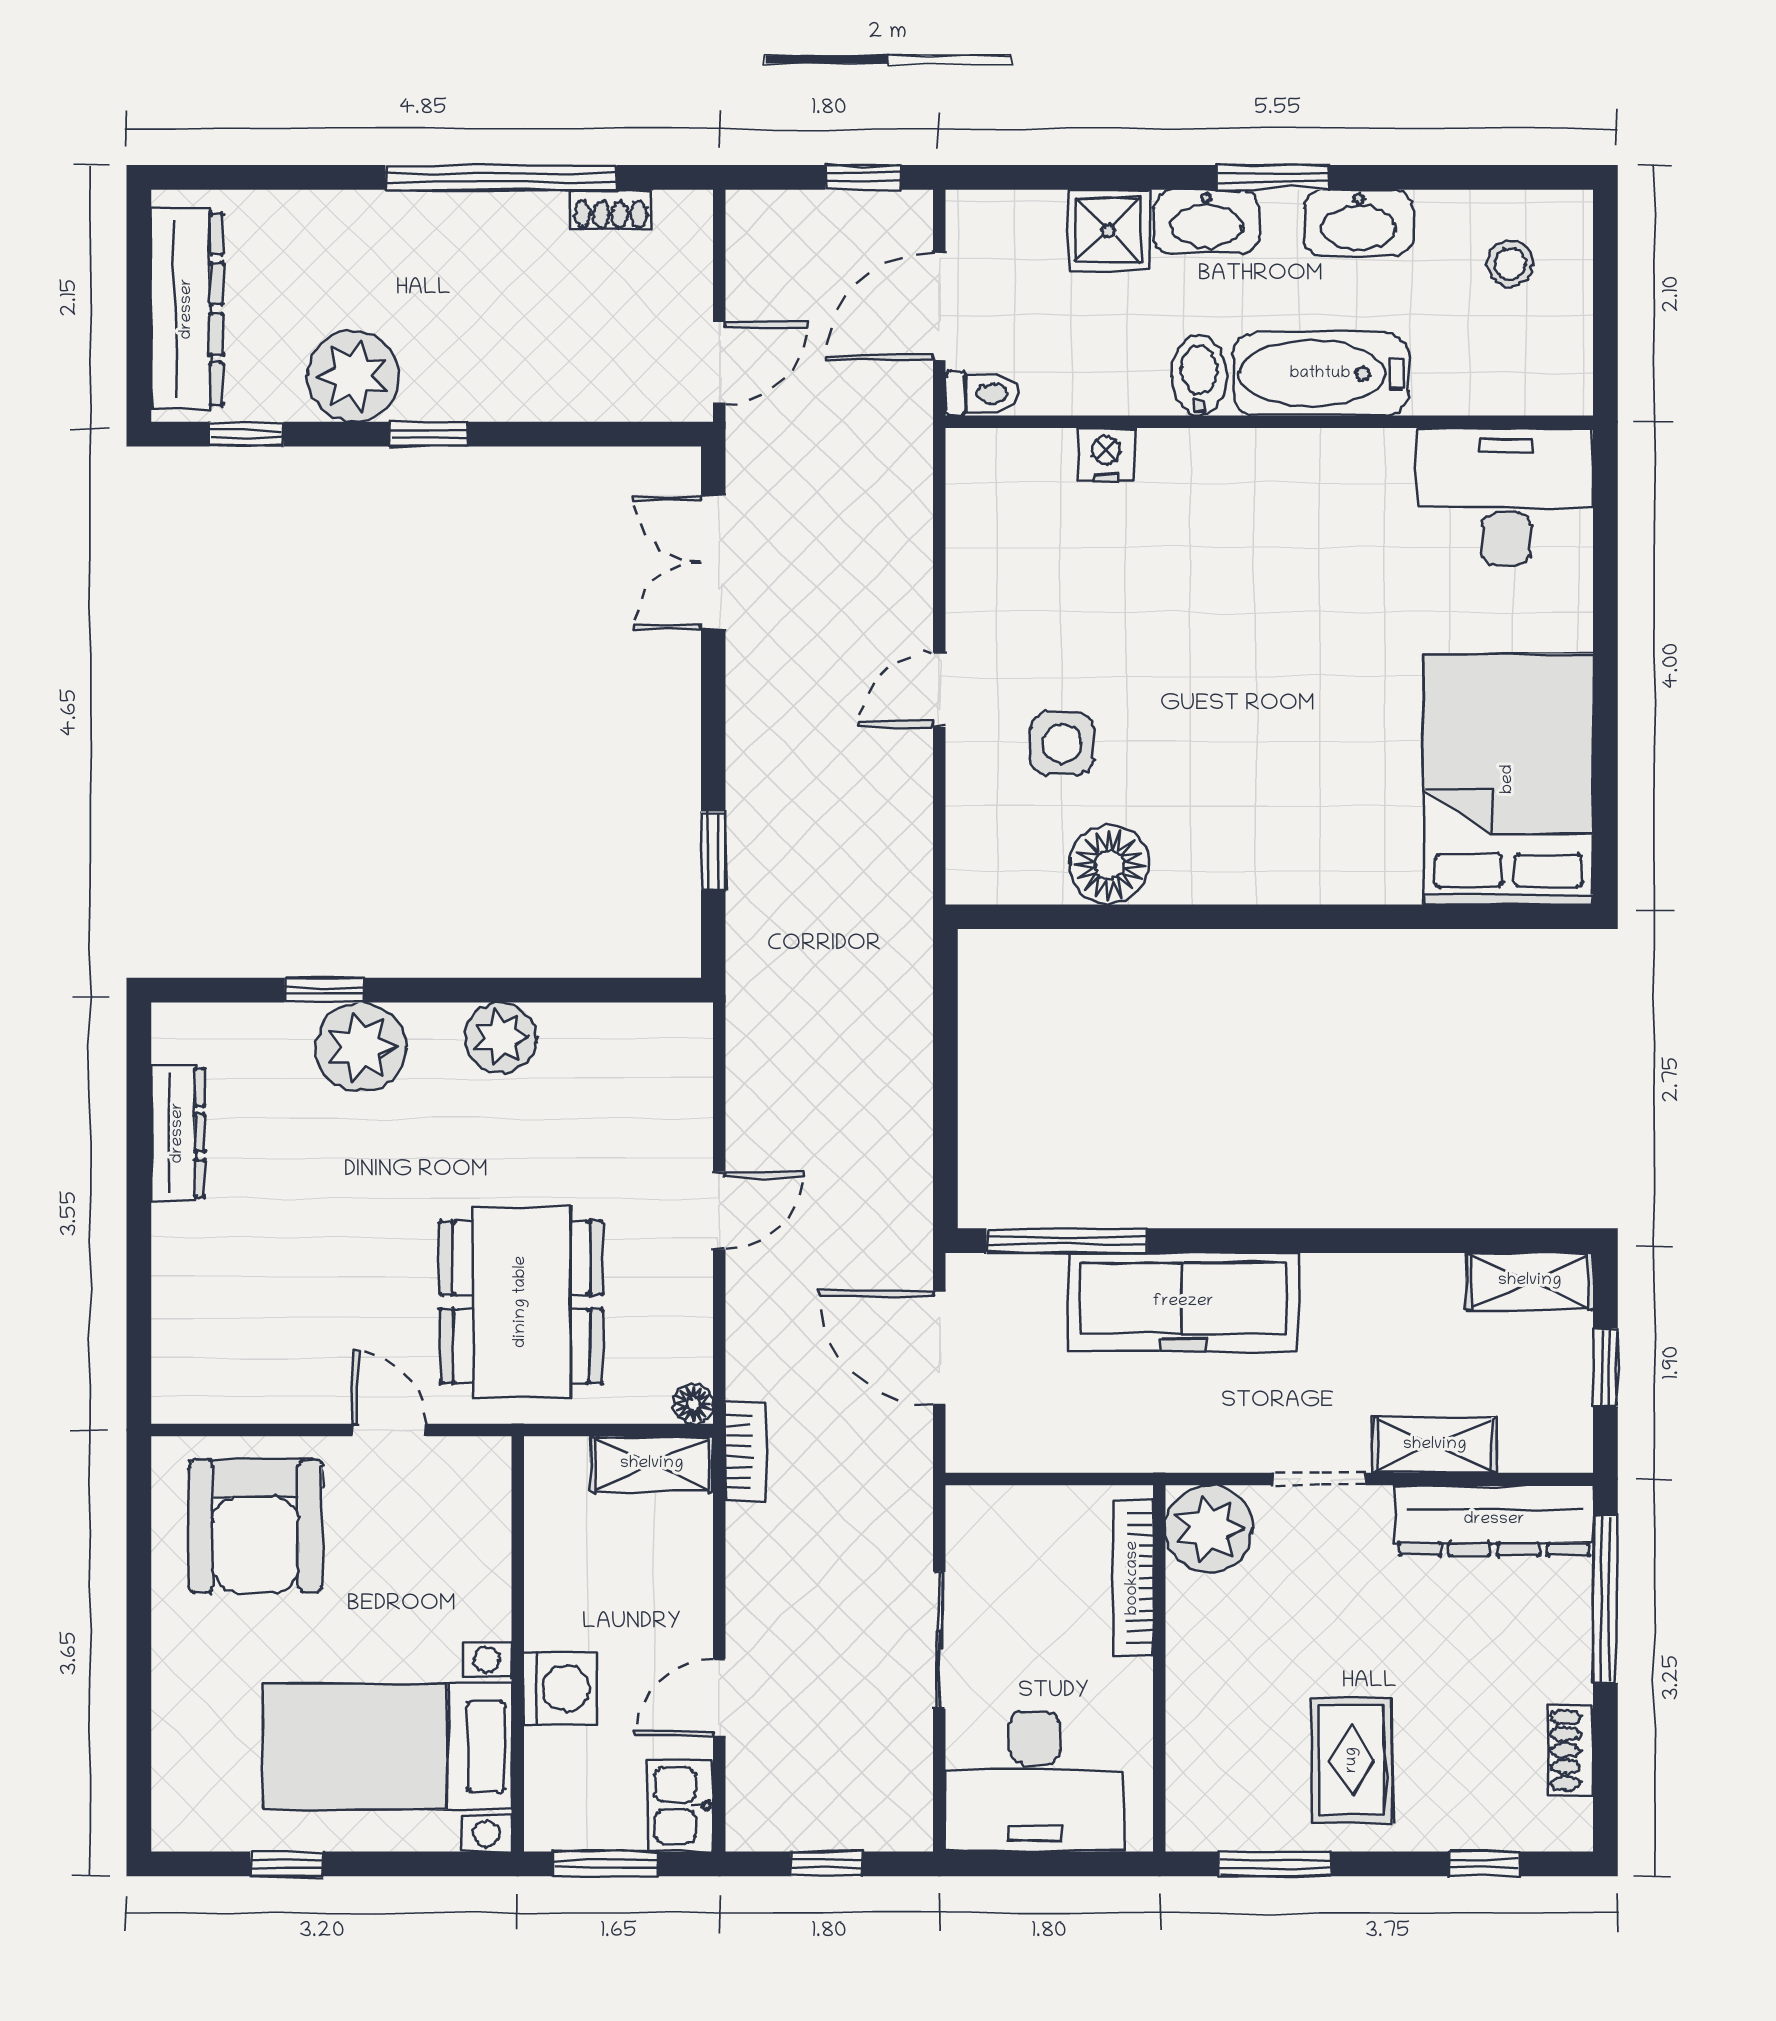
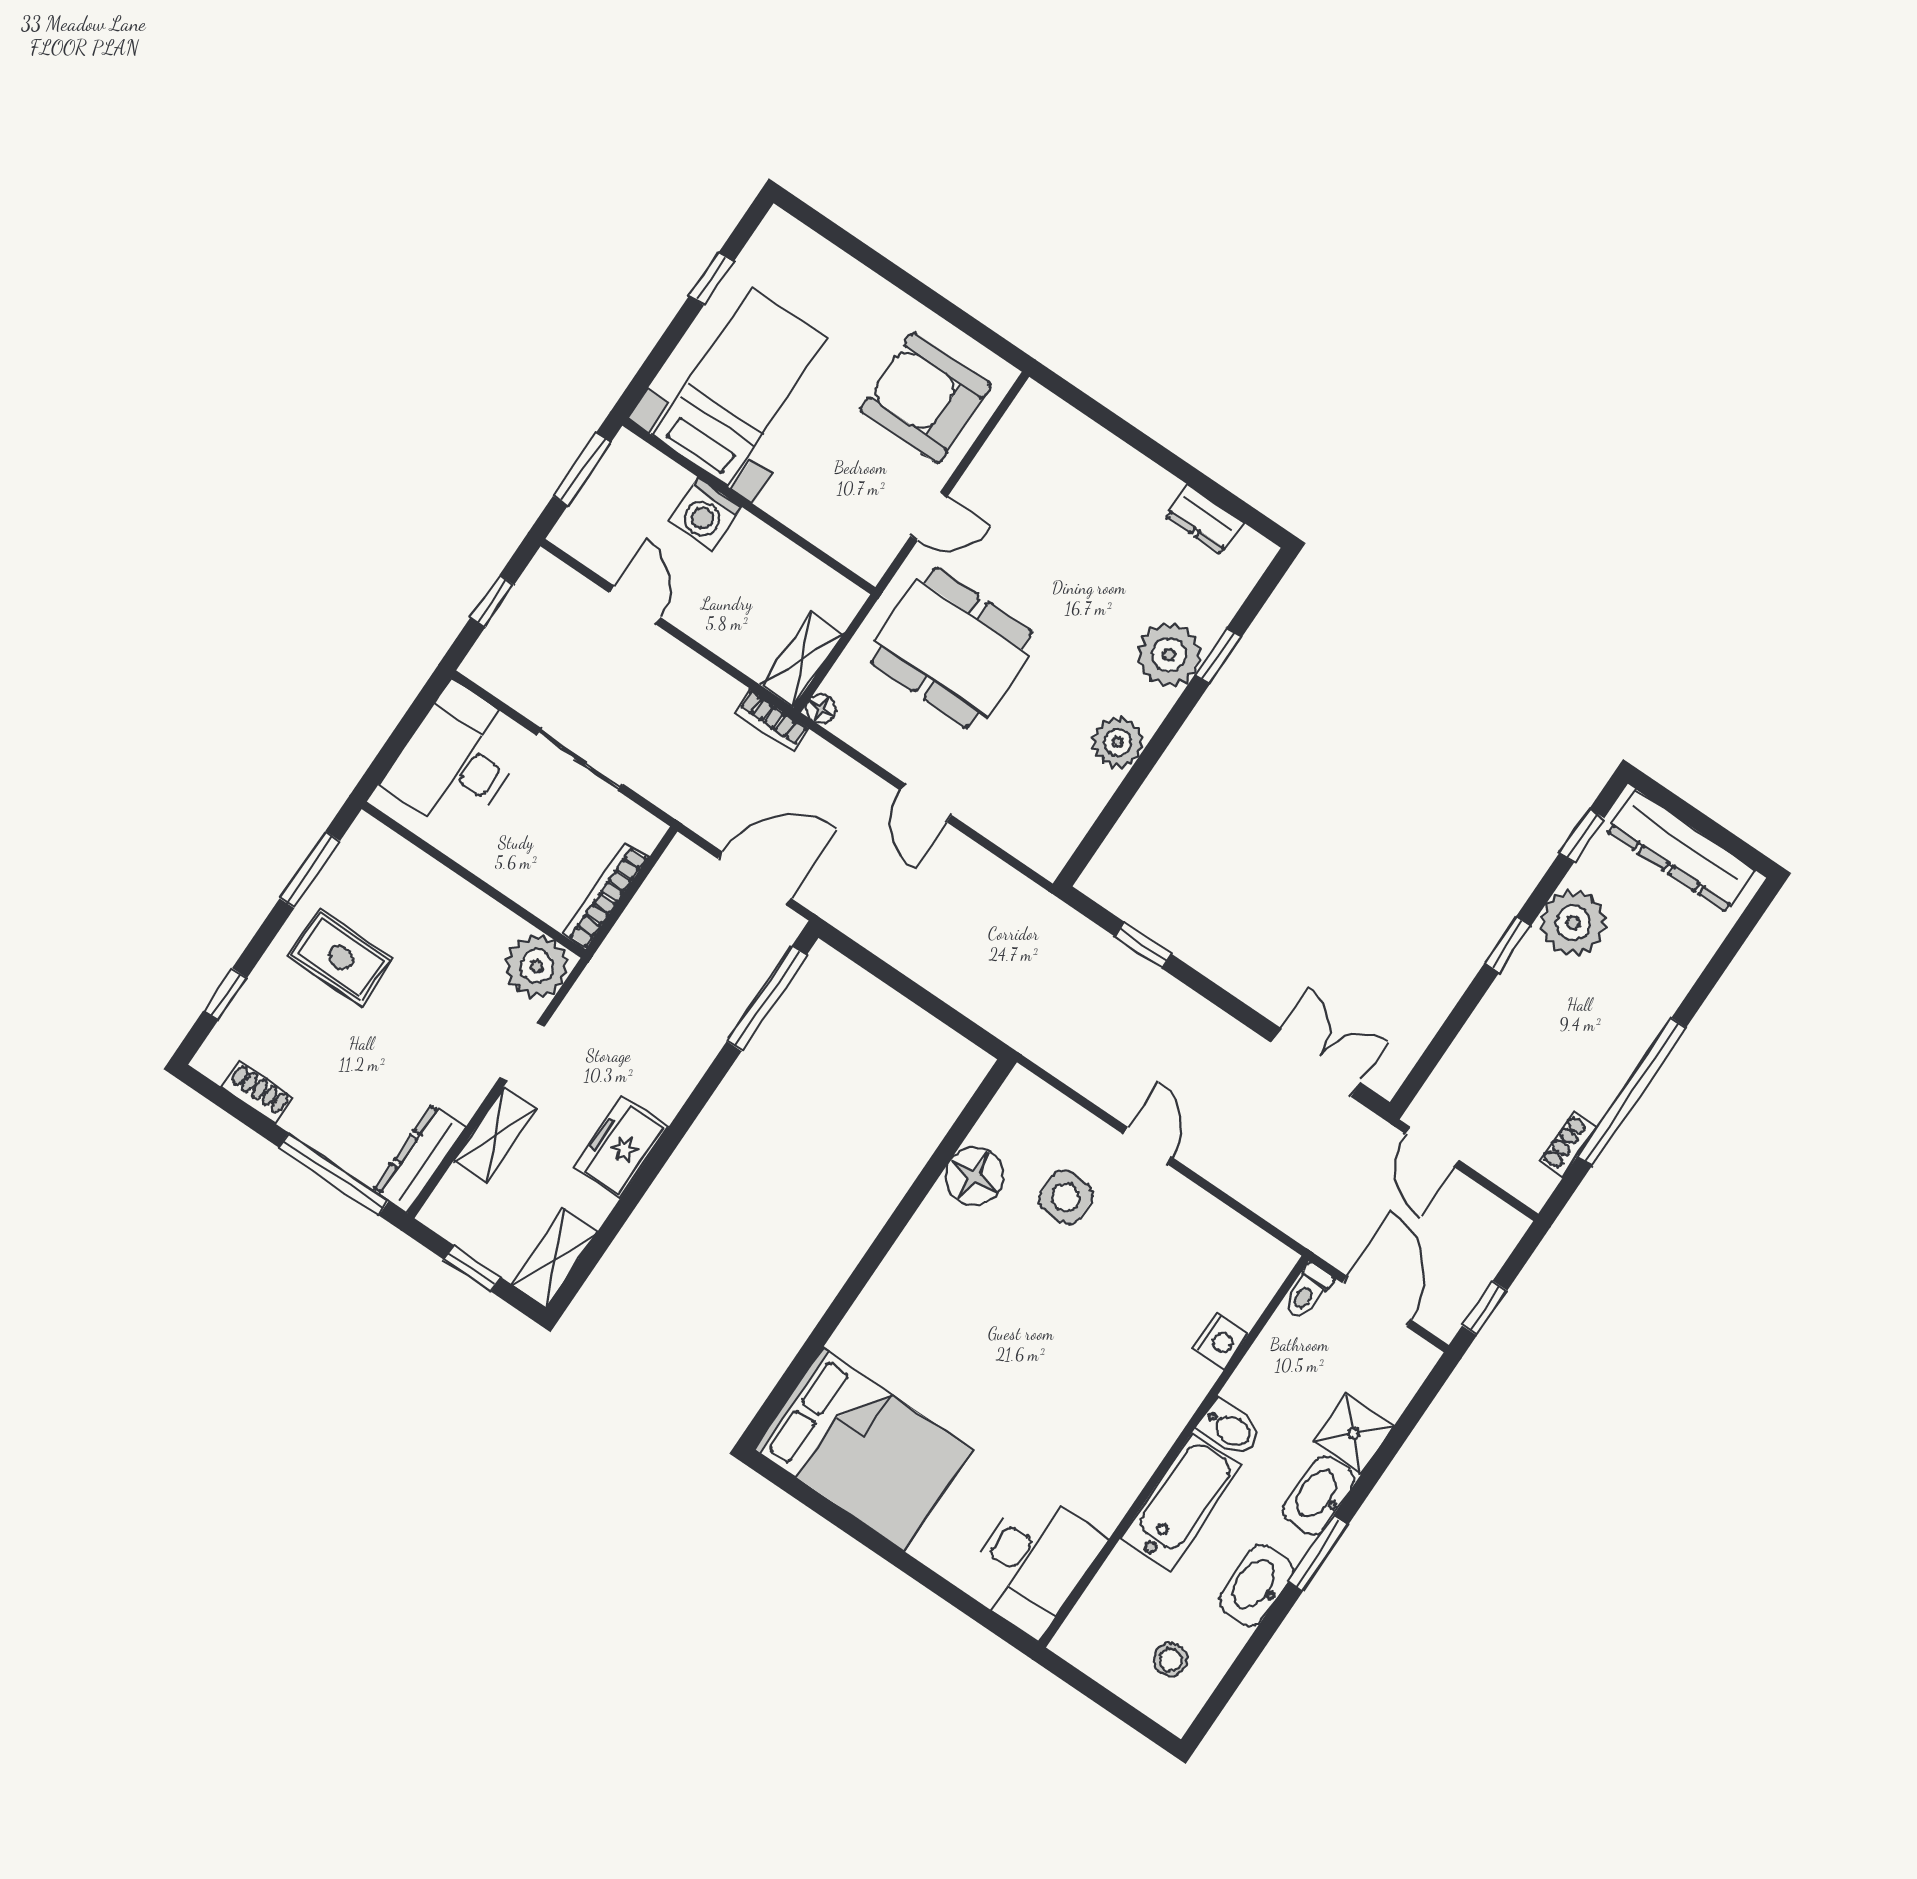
dresser: (178, 1133) -> (1204, 519), width x0.70
freezer: (1183, 1302) -> (621, 1147), moved, width x0.52, depth x0.79
dresser: (1494, 1520) -> (420, 1159), width x0.73, depth x0.80
bookcase: (1133, 1578) -> (606, 896), moved, turned -90
kitchen sink: (680, 1806) -> (586, 538), removed

